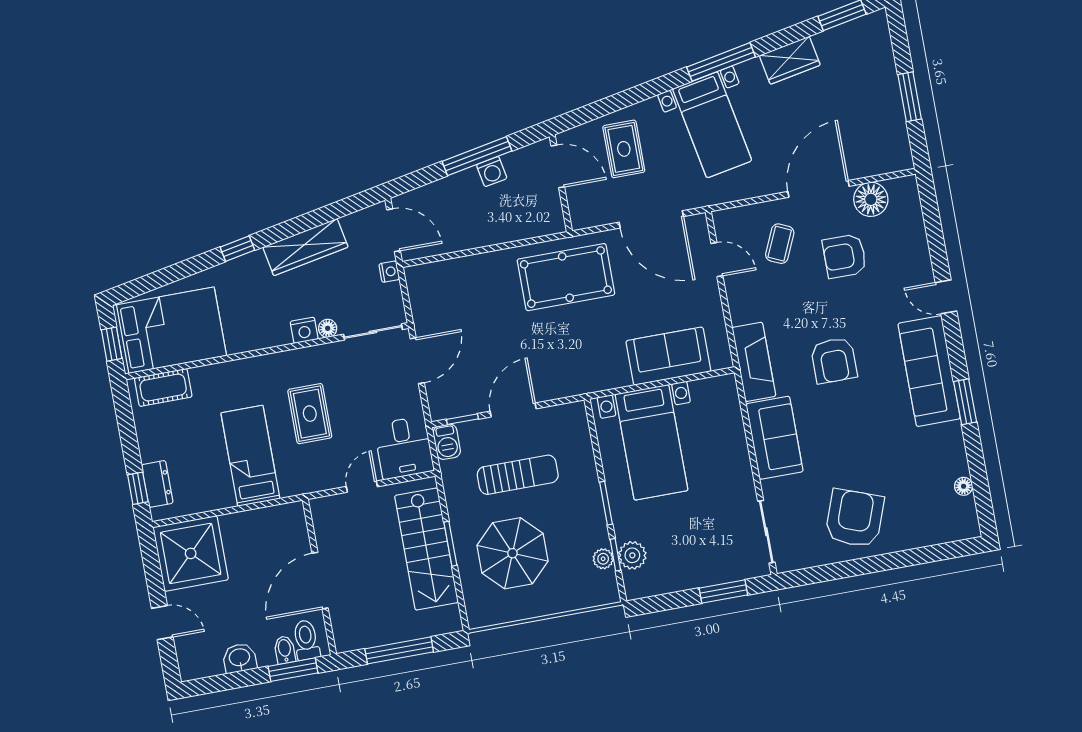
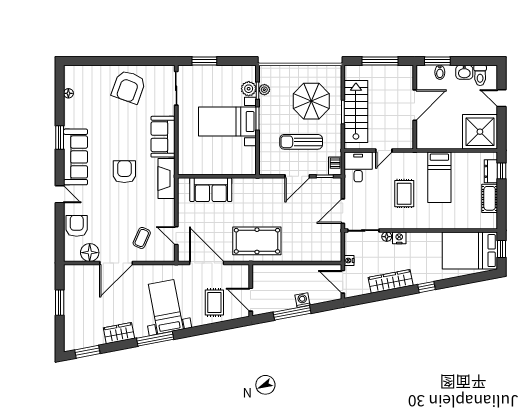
washing machine: (492, 172) -> (302, 300), moved
armchair: (845, 256) -> (77, 226), moved, turned -90
cot: (163, 387) -> (490, 198), moved, turned 90
bed with nightstands: (651, 442) -> (227, 122), moved, turned -90
toilet: (306, 640) -> (480, 75), moved

